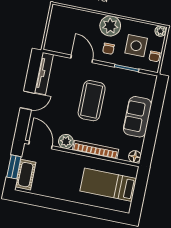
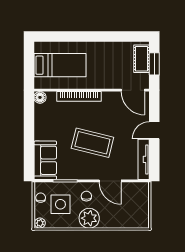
coffee table: (92, 101) -> (92, 143), turned -76
sofa: (137, 117) -> (45, 160), moved
plant: (66, 141) -> (109, 98), removed

